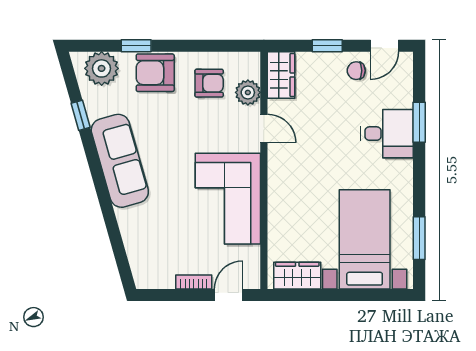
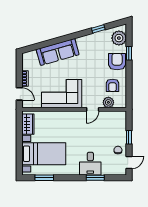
door: (384, 46) -> (129, 162), swing flipped
wardrobe: (281, 75) -> (116, 117), removed
sofa: (120, 161) -> (58, 52), moved

